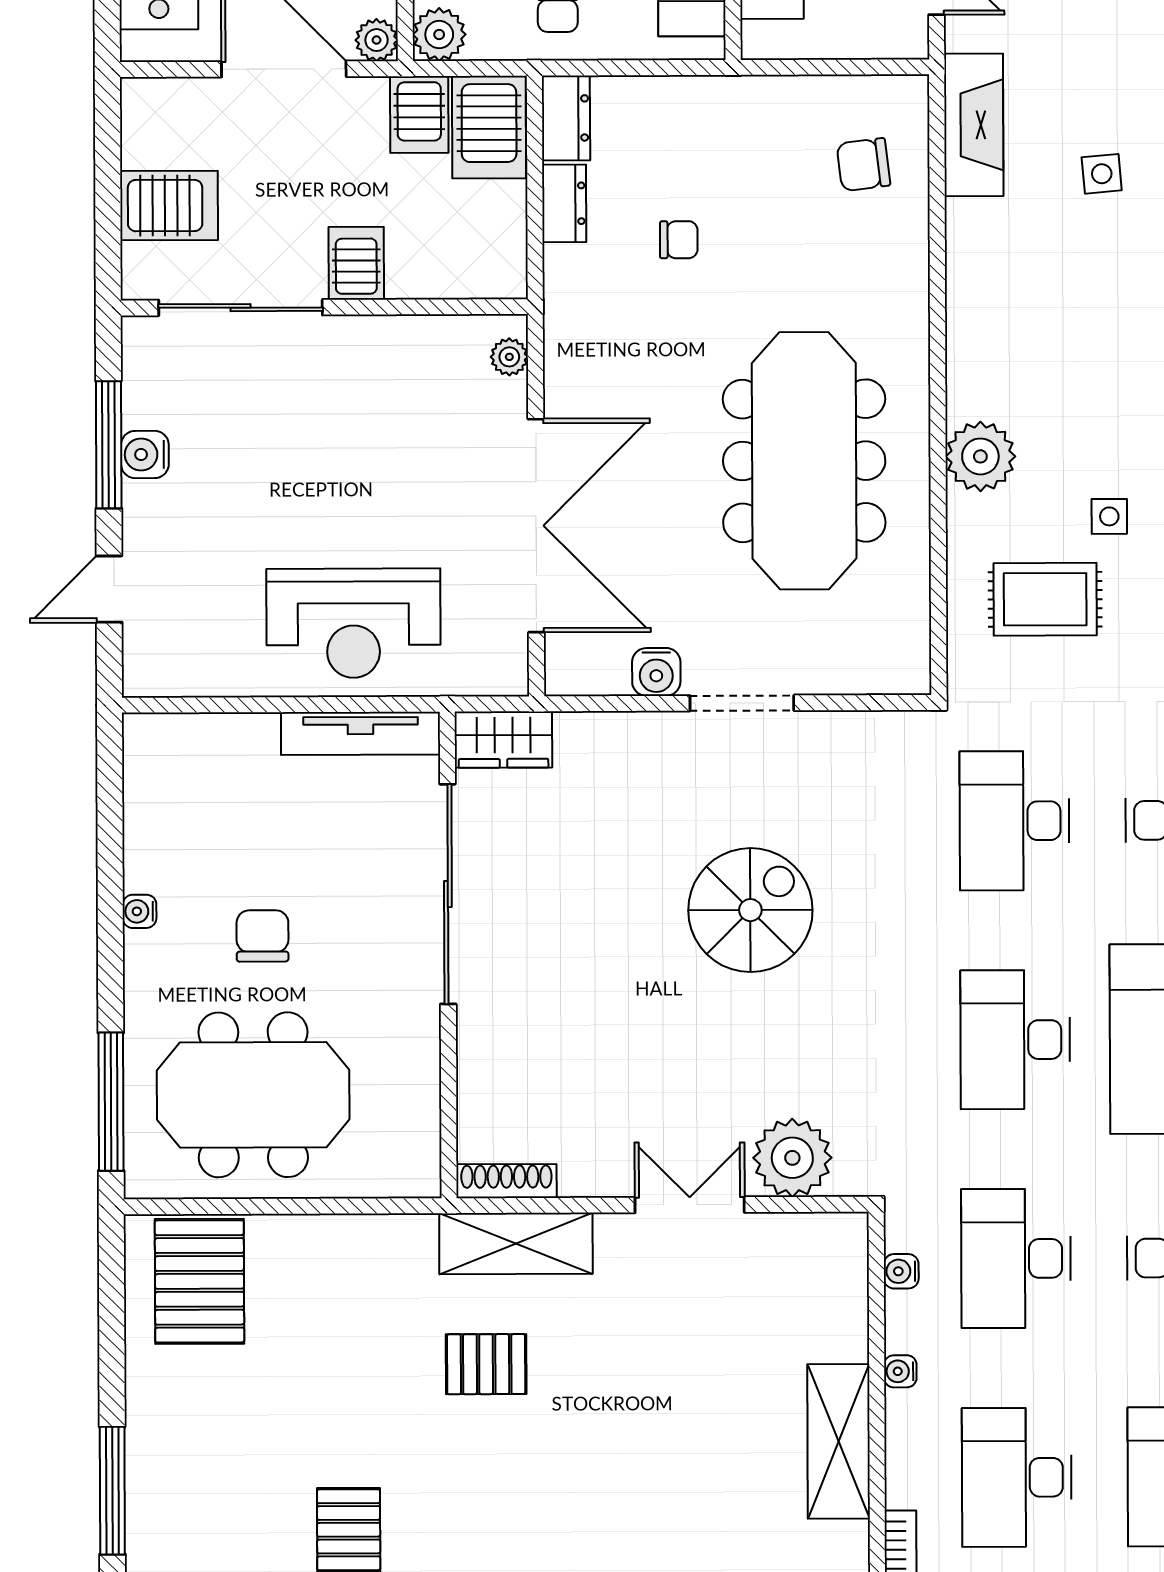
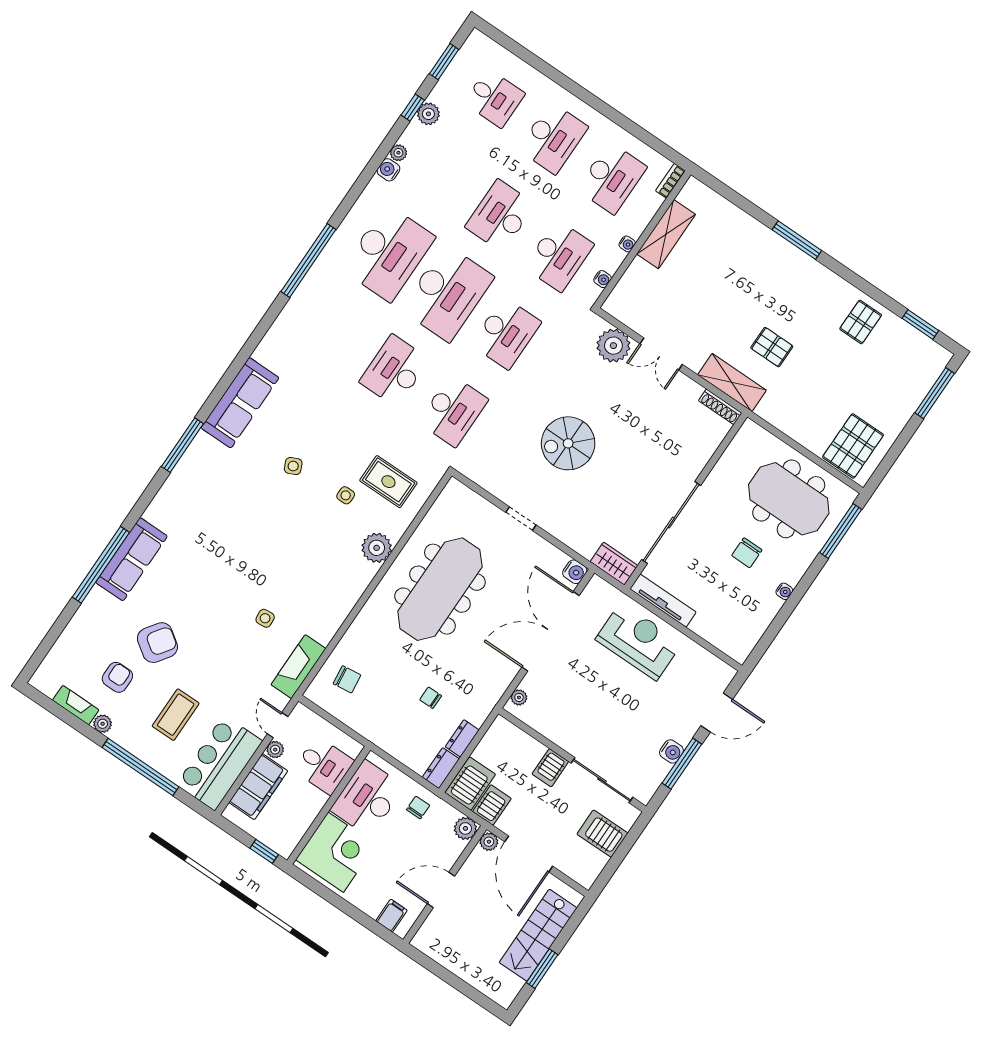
door: (109, 589) -> (717, 713), width x1.38
water cooler: (656, 672) -> (575, 572), moved, turned 90
doorway: (742, 703) -> (521, 519), width x0.73

